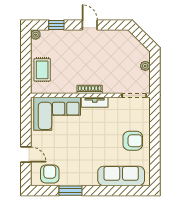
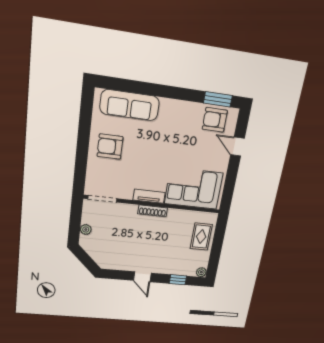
armchair: (50, 174) -> (215, 120), turned 90
window: (70, 191) -> (218, 99), moved

